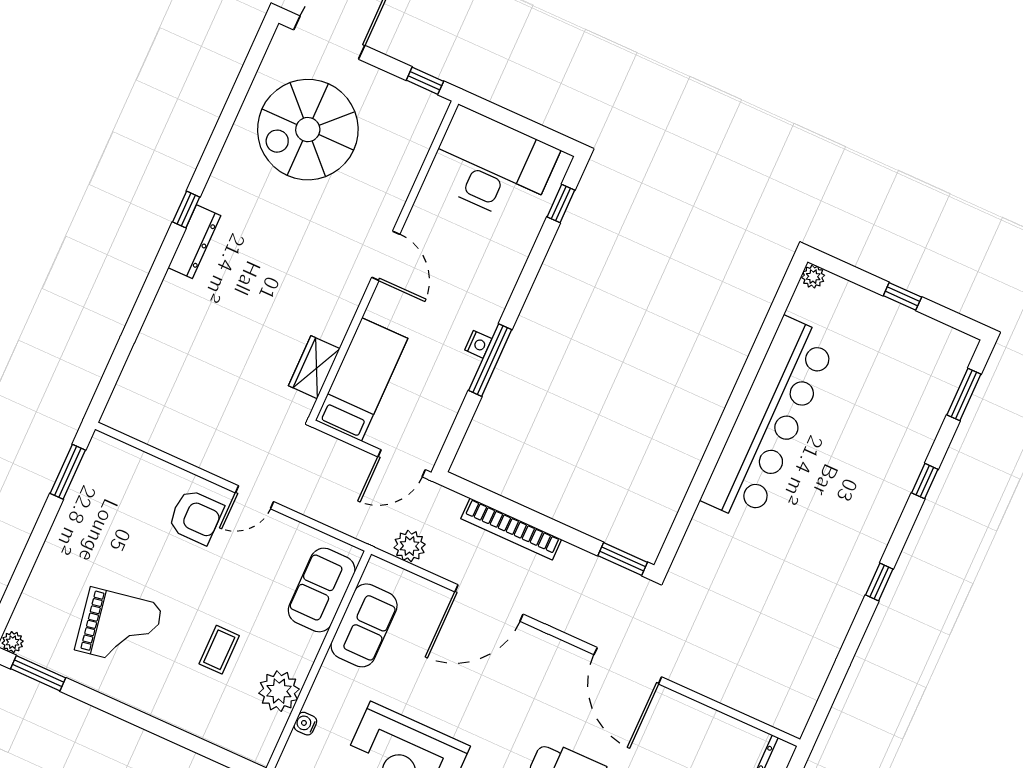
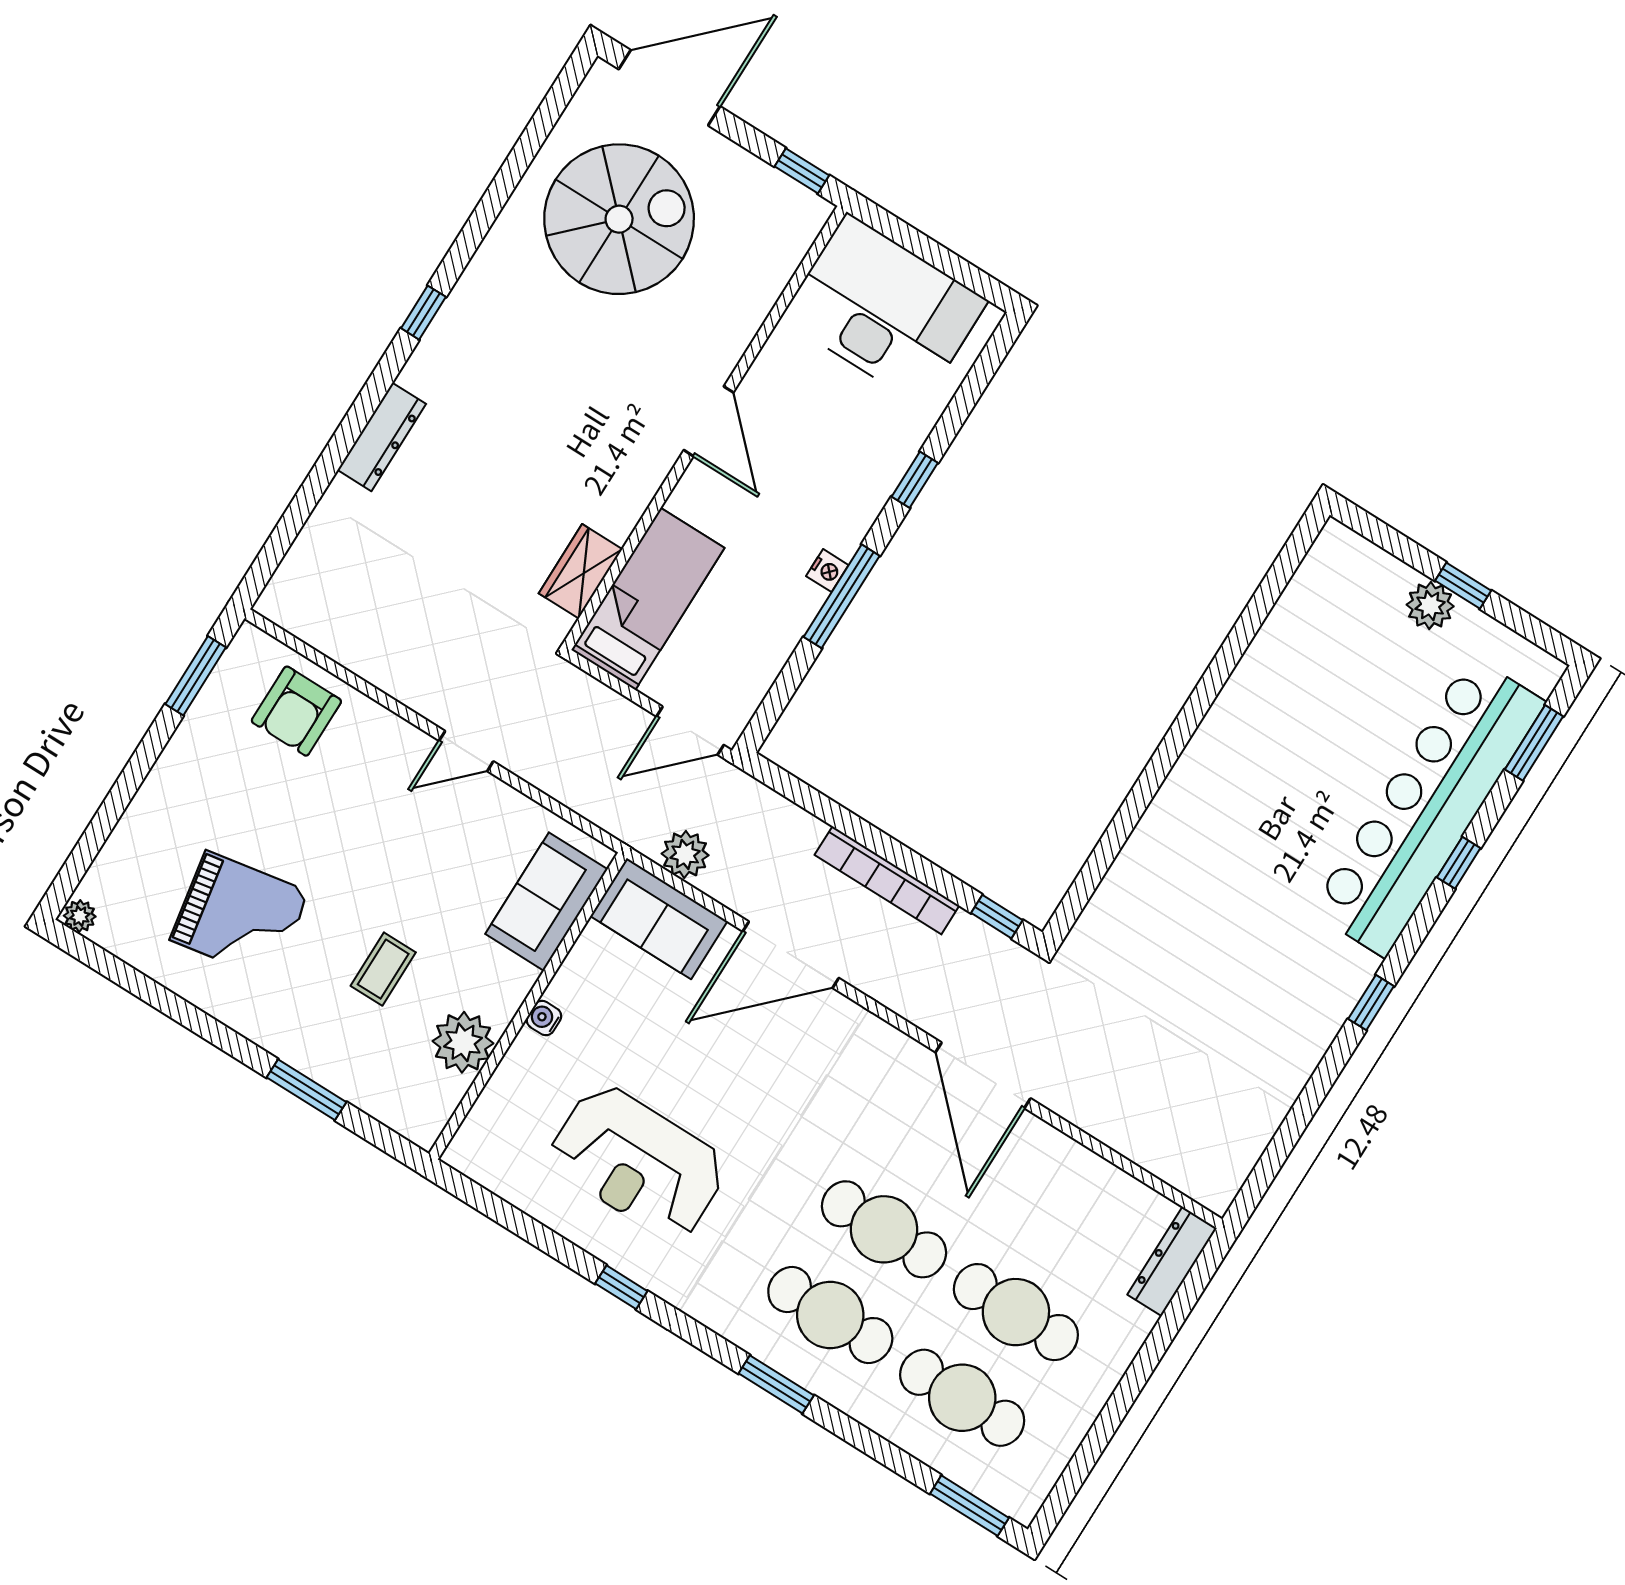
spiral stairs: (308, 130) -> (619, 219), turned 180
window: (561, 203) -> (915, 480), moved
dresser: (194, 242) -> (382, 437), moved
plant: (813, 277) -> (1430, 606), moved, width x1.38, depth x1.38
bar counter: (769, 420) -> (1428, 807), moved, turned 180
armchair: (196, 517) -> (296, 711), moved, turned 90
bookcase: (511, 529) -> (887, 880), moved
window: (623, 559) -> (997, 917), width x0.67
sofa: (364, 625) -> (659, 919), moved, turned 90
window: (38, 673) -> (307, 1090), moved
water cooler: (305, 724) -> (544, 1018), moved

